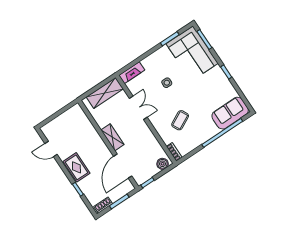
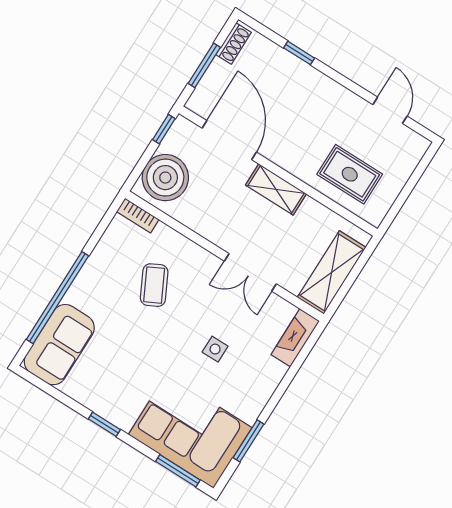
door: (51, 149) -> (390, 110), hinge flipped
boiler: (163, 164) -> (165, 178), width x1.86, depth x1.86
rug: (76, 167) -> (350, 174), moved

